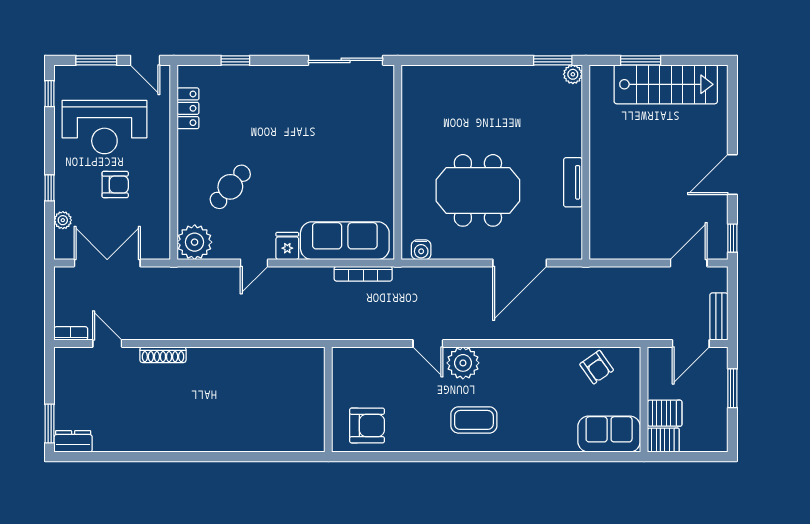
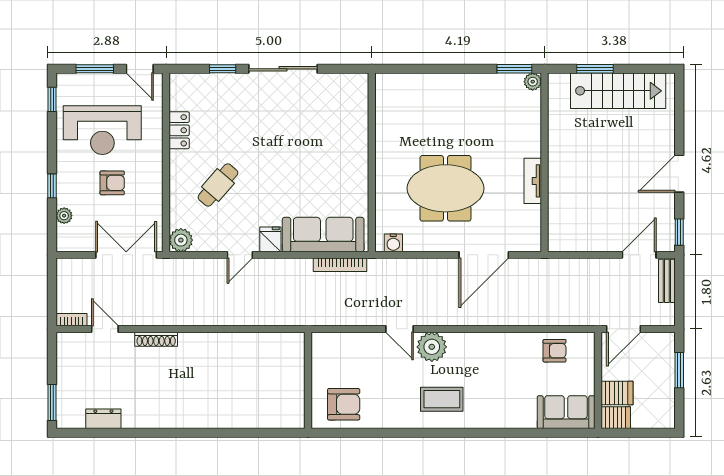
sliding door: (346, 60) -> (283, 69), moved
locker: (188, 108) -> (179, 130), moved
plant: (195, 242) -> (181, 240), width x0.73, depth x0.73
double door: (107, 263) -> (126, 255), moved
bench: (719, 317) -> (667, 281), moved
door: (691, 344) -> (624, 329), moved
armchair: (597, 367) -> (555, 351), turned -55
dresser: (73, 441) -> (103, 419), moved

